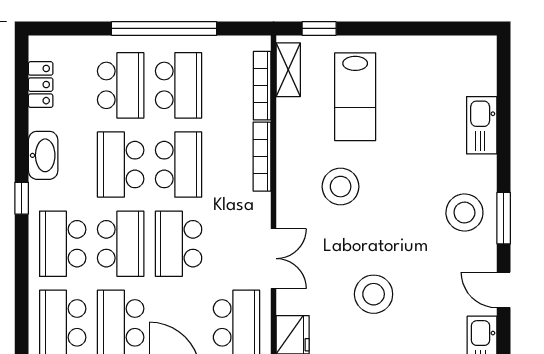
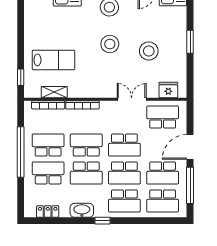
shelving: (288, 70) -> (54, 92), moved
stool: (341, 187) -> (110, 44), moved
school desk: (121, 244) -> (124, 173), turned 180

